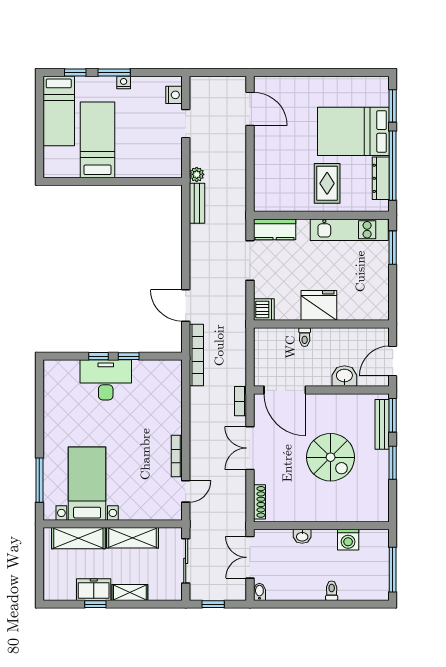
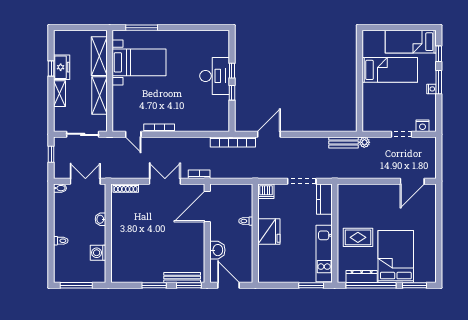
spiral stairs: (331, 457) -> (158, 240), removed

